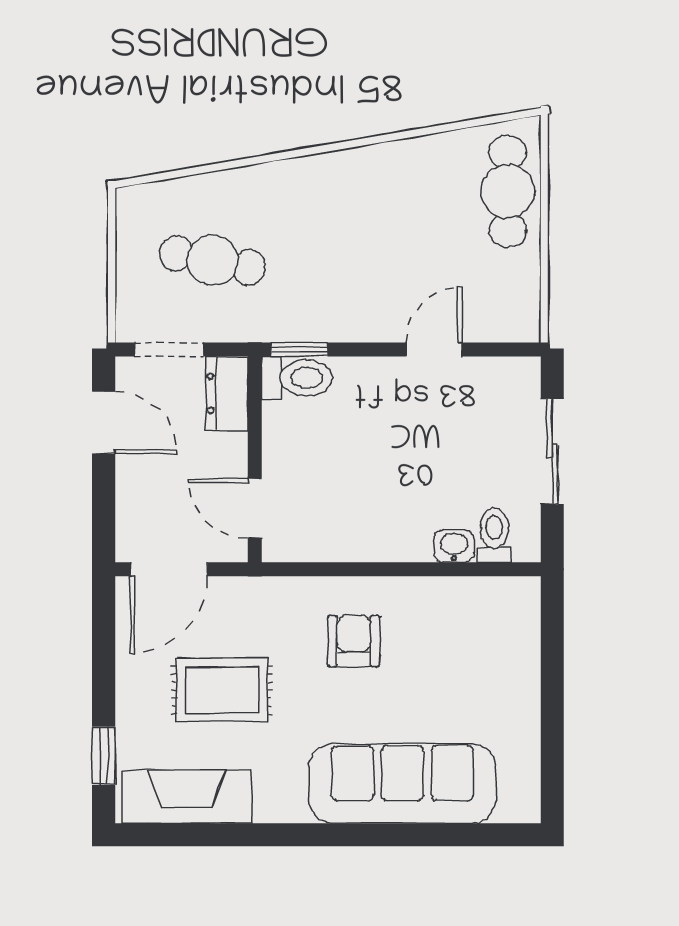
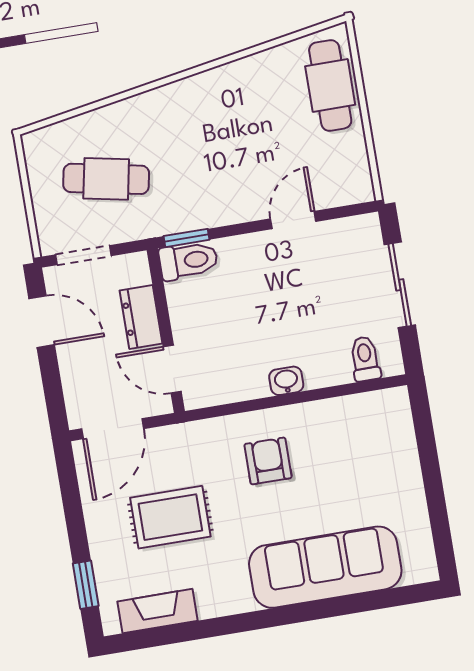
dresser: (227, 393) -> (141, 317), moved
washbasin: (454, 546) -> (286, 381), moved
fireplace: (187, 797) -> (157, 611), width x0.73, depth x0.76

